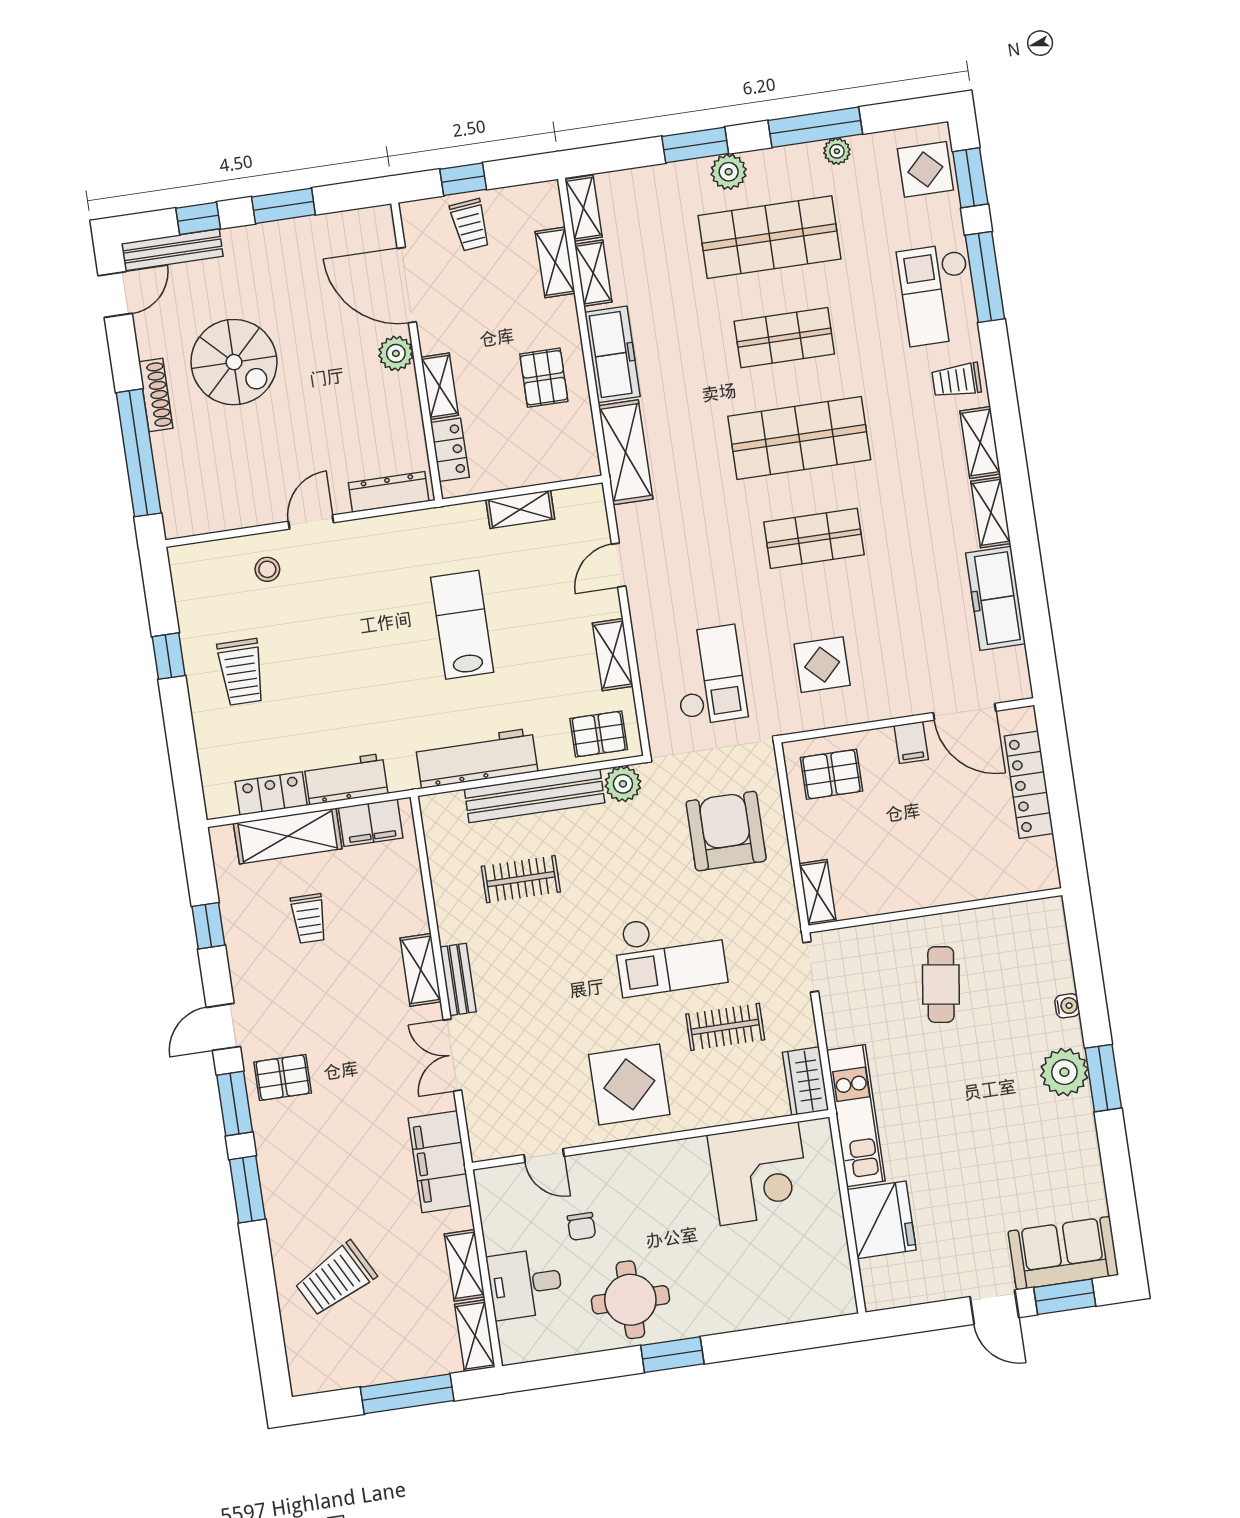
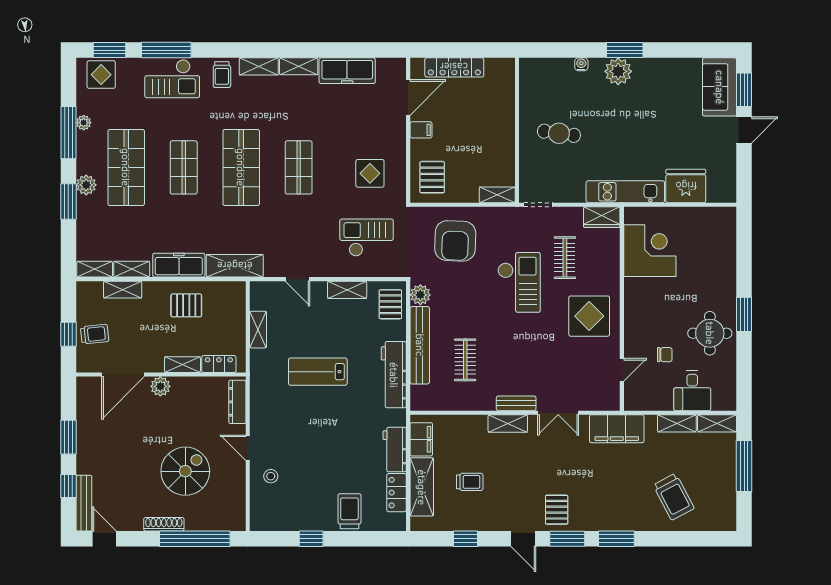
spiral stairs: (234, 362) -> (185, 471), moved
trolley: (241, 672) -> (349, 511), moved, turned -90
armchair: (726, 831) -> (455, 241), turned -88

